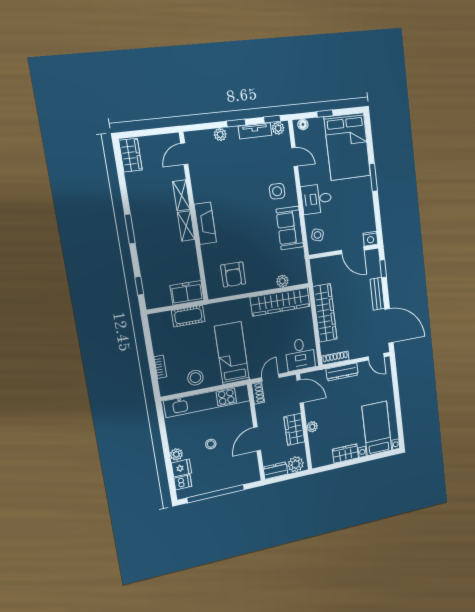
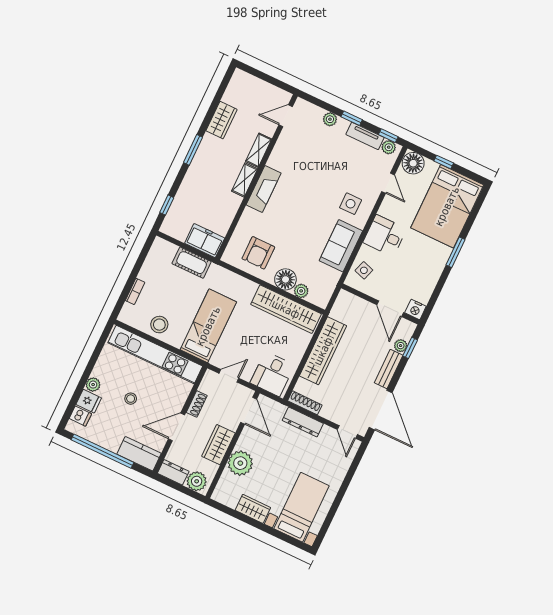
floor lamp: (303, 124) -> (413, 163), width x1.89, depth x1.89
wardrobe: (131, 155) -> (221, 120), moved
plant: (376, 272) -> (401, 346), added
floor lamp: (266, 280) -> (285, 279), added
shoe rack: (258, 393) -> (197, 404), moved
plant: (312, 427) -> (240, 463), width x1.87, depth x1.87
kitchen counter: (243, 476) -> (139, 454), added

